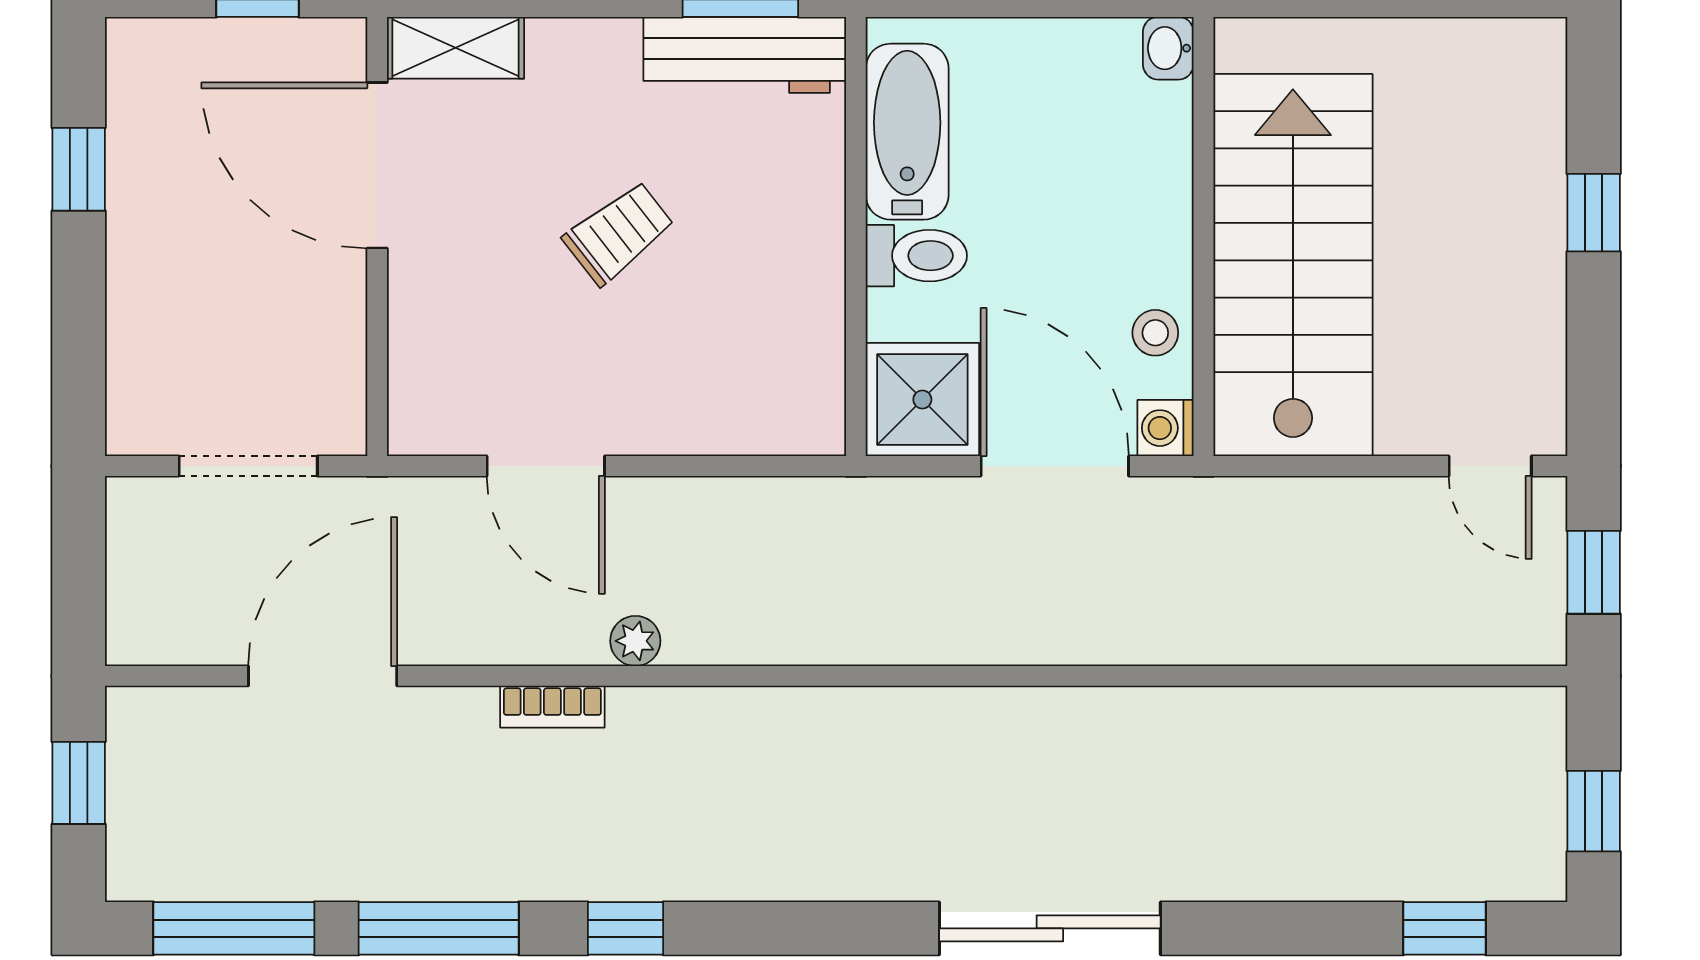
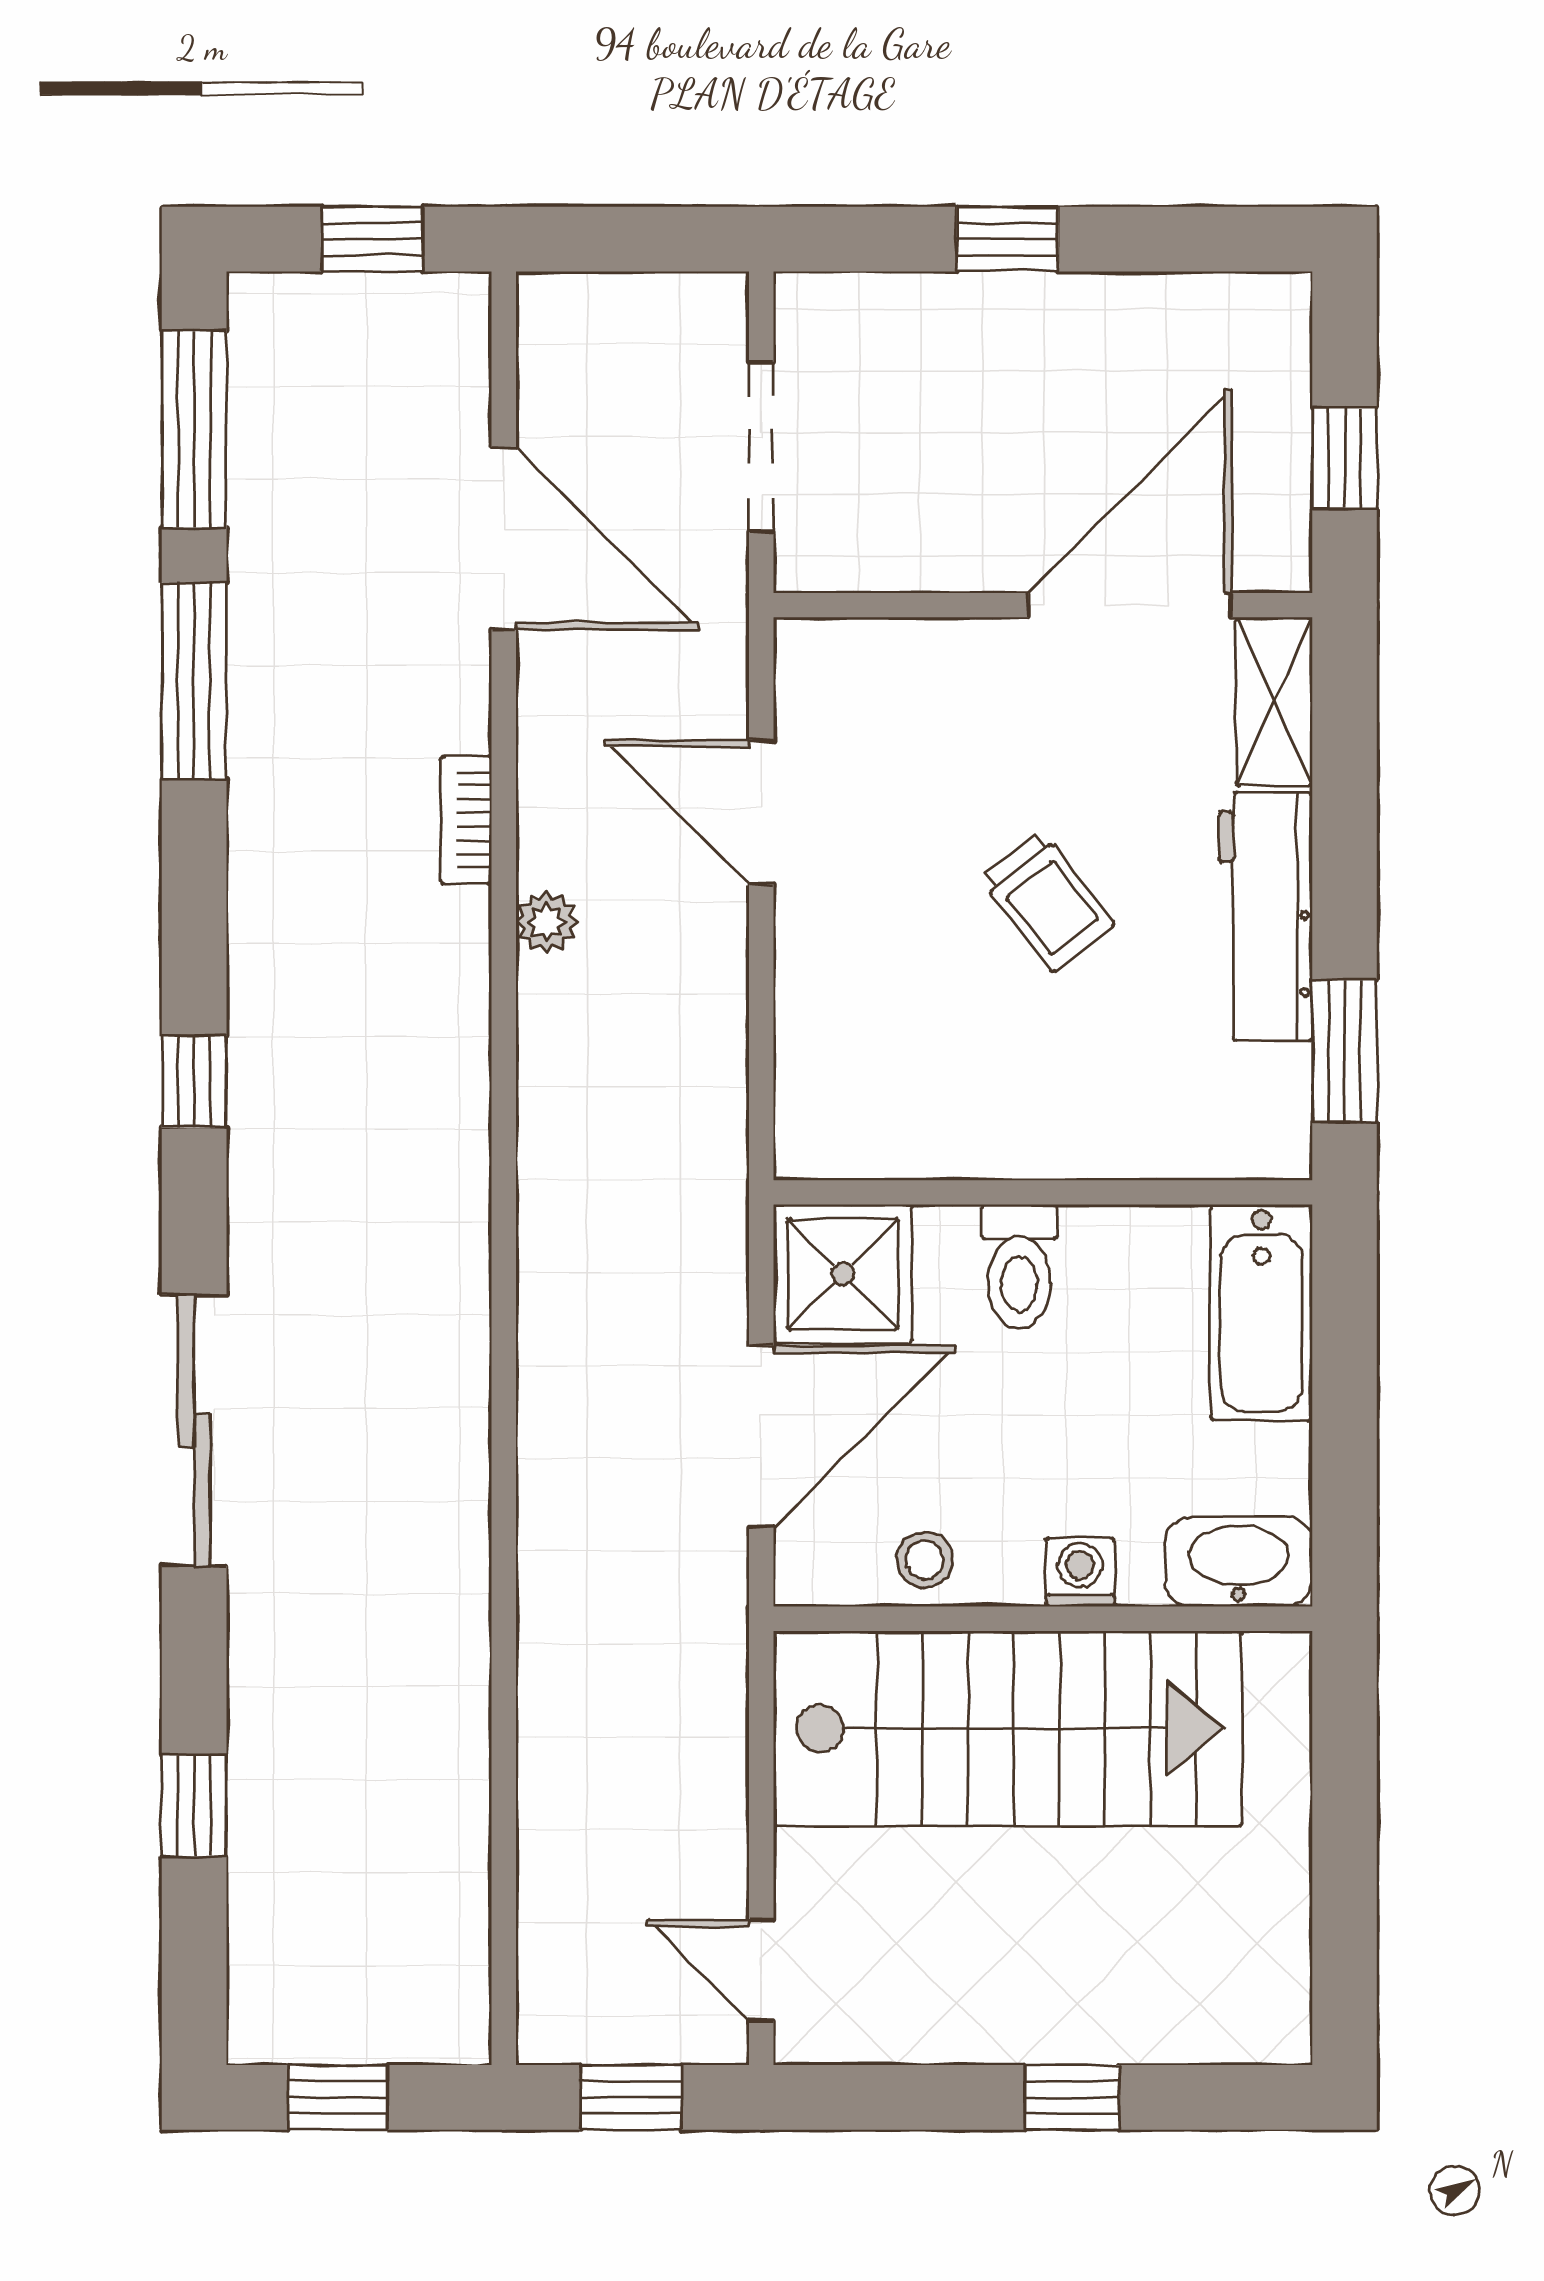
washbasin: (1168, 48) -> (1239, 1562), width x1.91, depth x1.45
workbench: (745, 55) -> (1266, 916), moved
bathtub: (907, 132) -> (1261, 1312), moved, turned 90
window: (79, 169) -> (1007, 239), moved
washing machine: (1165, 428) -> (1080, 1572), moved
door: (546, 466) -> (761, 812), hinge flipped
door: (1490, 466) -> (761, 1970), hinge flipped
window: (626, 928) -> (194, 1081), moved
window: (1445, 928) -> (194, 1806), moved

